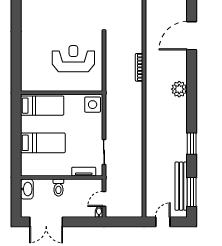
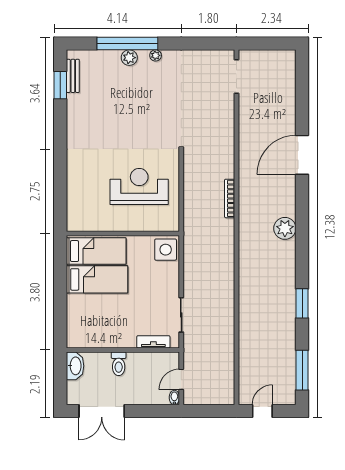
bed: (43, 143) -> (97, 279), moved
bench: (181, 186) -> (288, 362), removed

